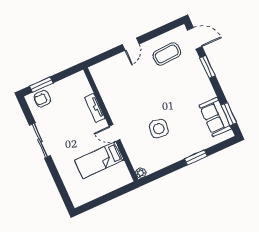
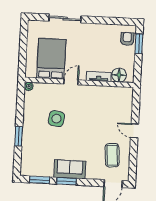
window: (208, 67) -> (66, 181), moved
floor lamp: (83, 88) -> (119, 75), added
sofa: (215, 117) -> (70, 169), moved
sliding door: (40, 140) -> (65, 18), moved
bed: (99, 160) -> (51, 59), width x1.50

